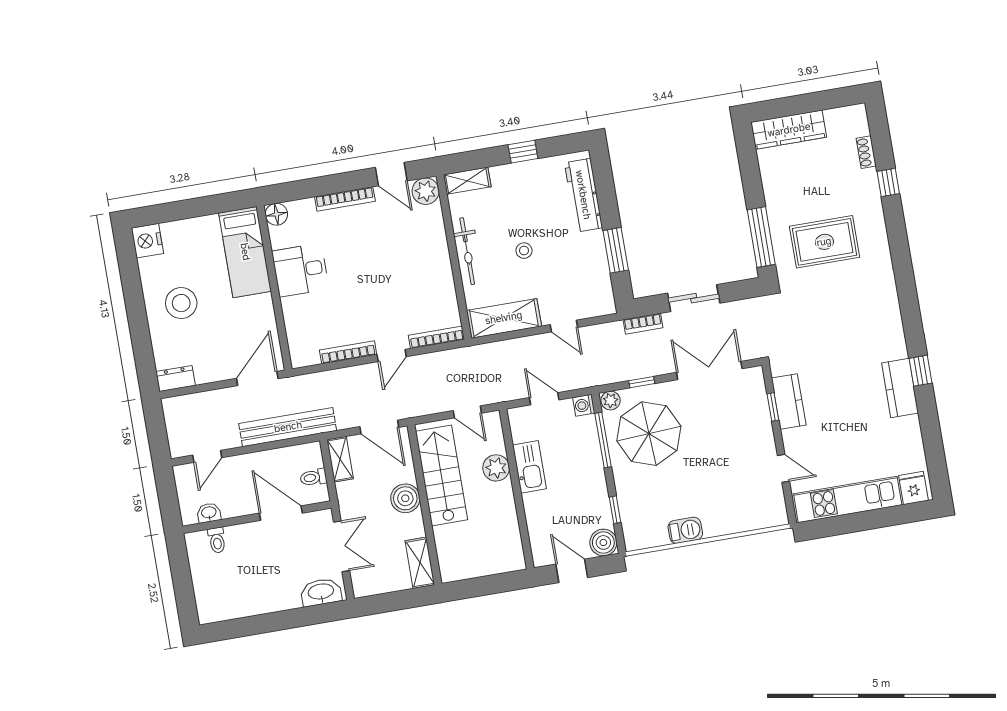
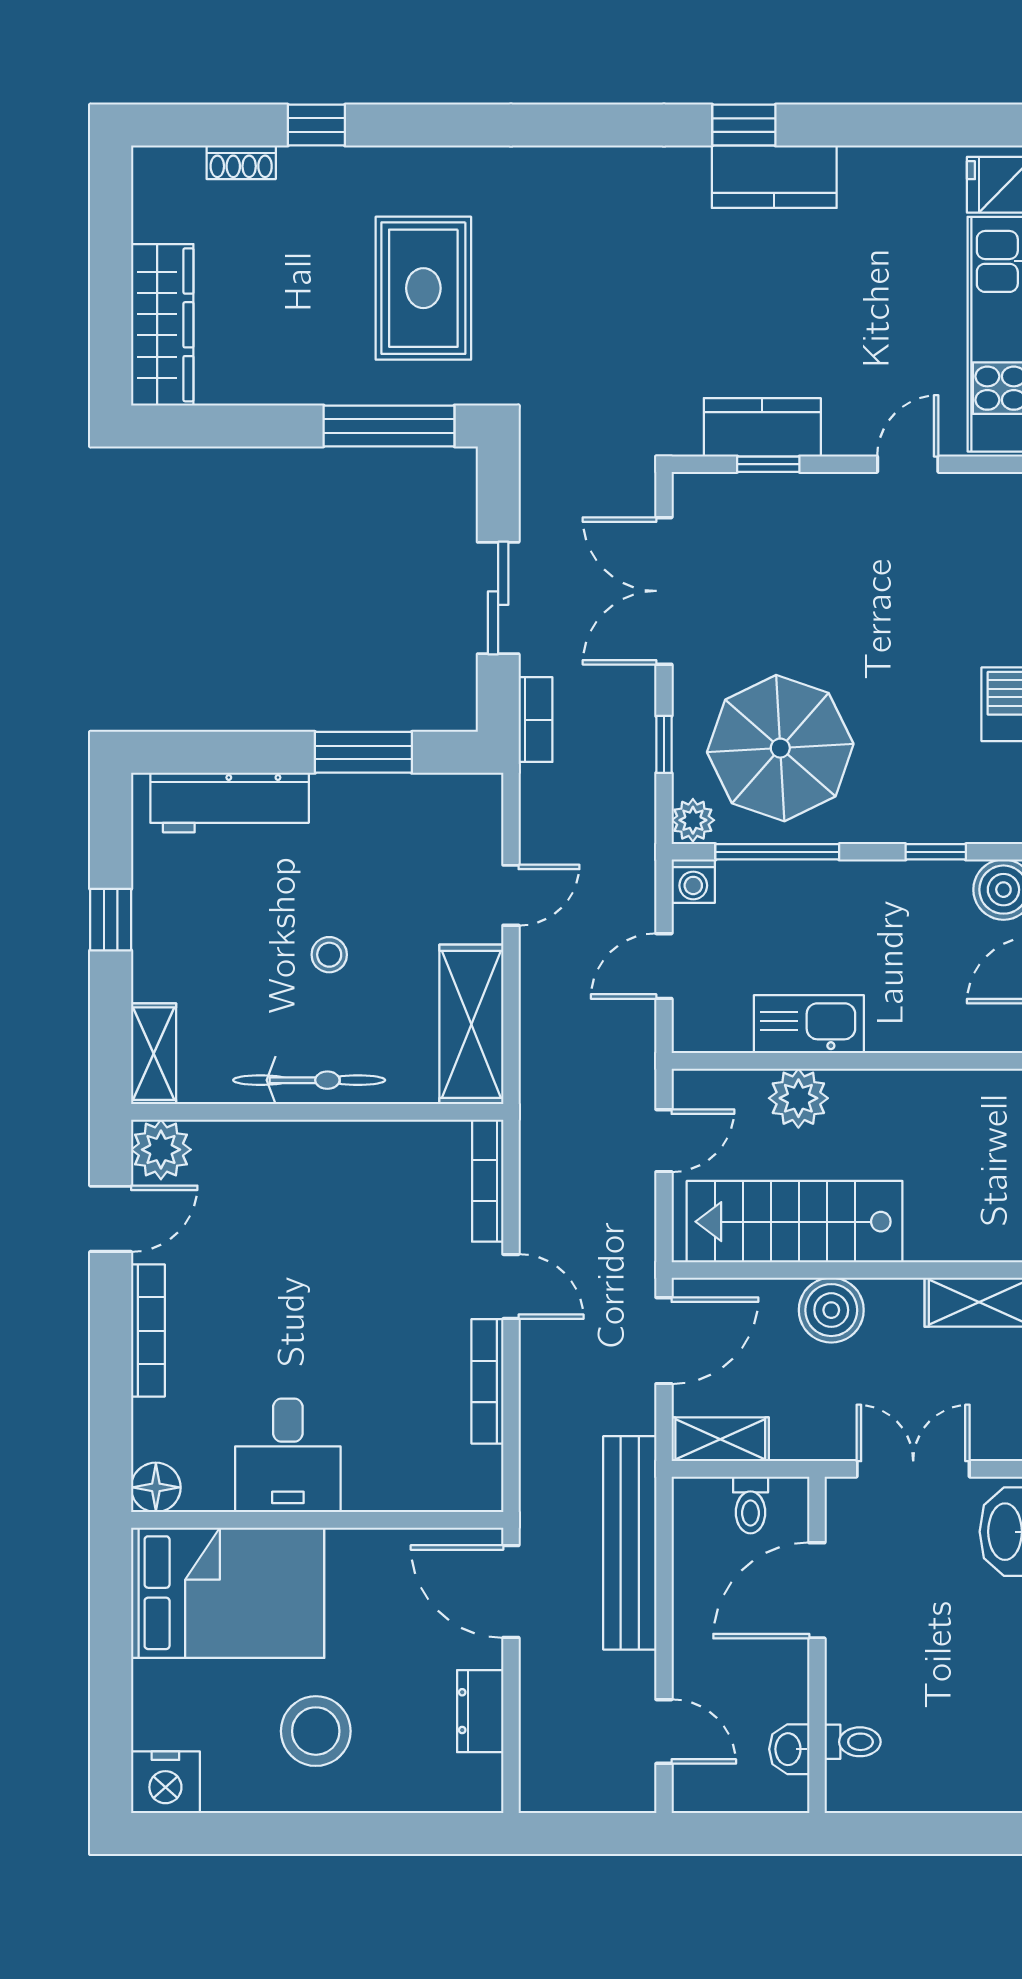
bed: (245, 252) -> (228, 1593), width x1.50
dresser: (176, 379) -> (480, 1711), moved

